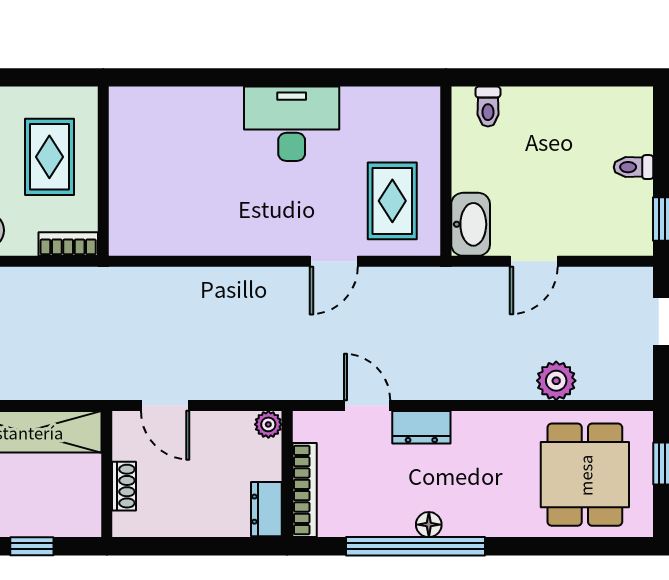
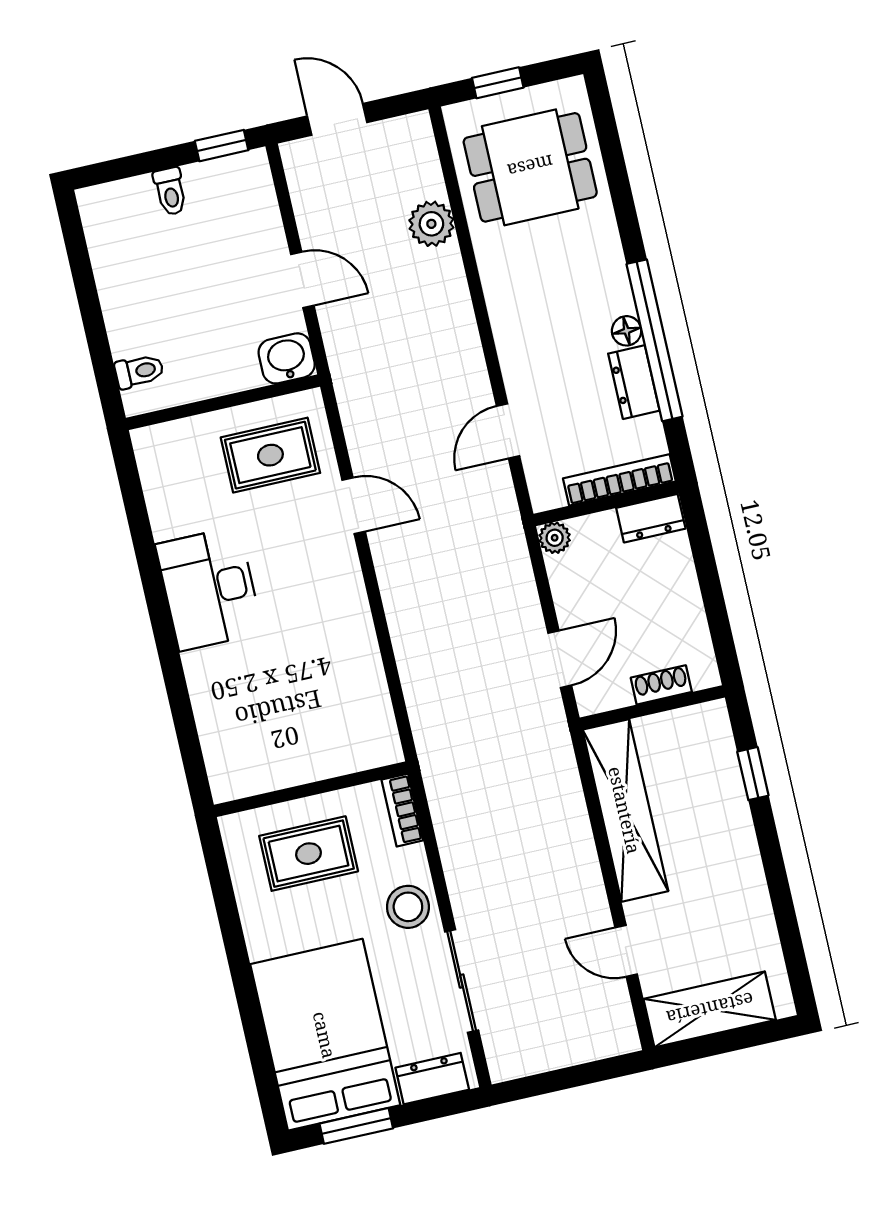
washbasin: (471, 224) -> (287, 358), width x0.72
dresser: (421, 427) -> (634, 382), moved, turned 180

